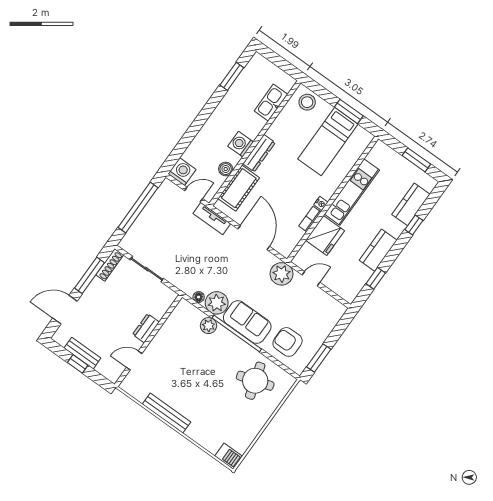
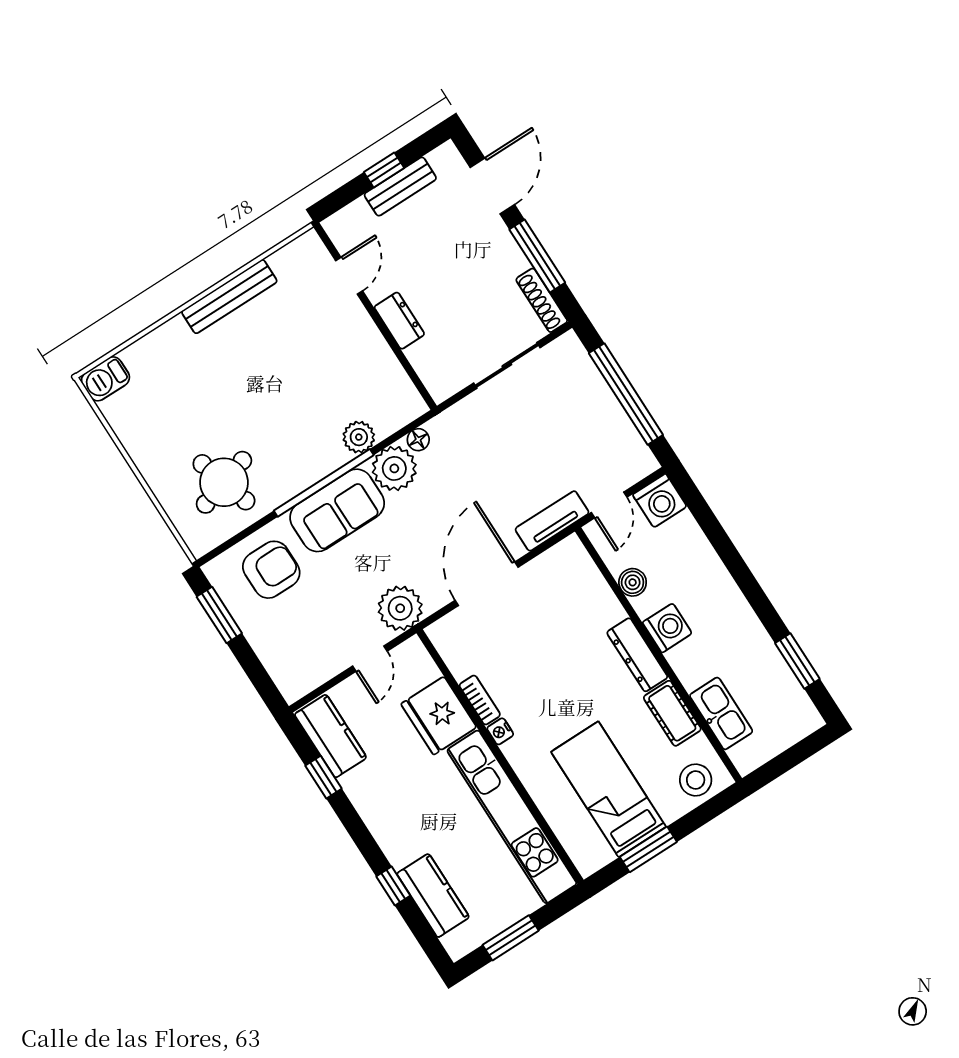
cot: (239, 188) -> (672, 713), moved, width x0.73, depth x0.75
kitchen unit: (352, 192) -> (512, 817), width x1.36
door: (254, 238) -> (487, 584), swing flipped
kitchen counter: (378, 250) -> (331, 736), moved

